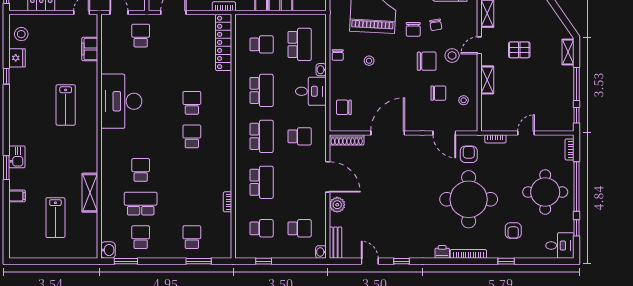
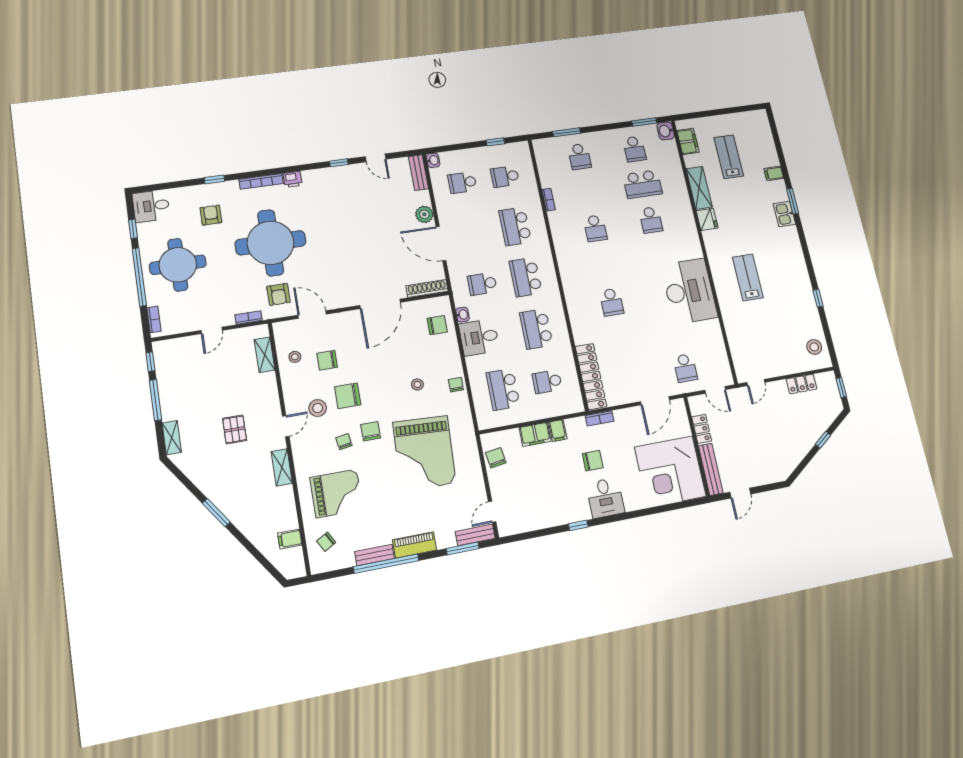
filing cabinet: (90, 49) -> (688, 141), moved
pallet: (519, 50) -> (235, 429), turned 90
fridge: (17, 58) -> (707, 219), moved, turned 180
washbasin: (321, 70) -> (463, 315), moved
shelving: (487, 80) -> (265, 355), moved
school desk: (192, 136) -> (595, 228), moved

